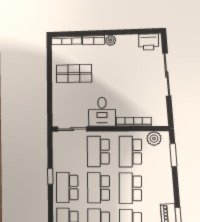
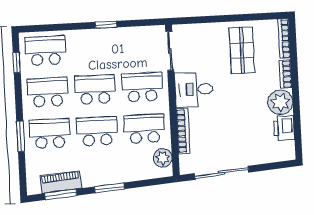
plant: (111, 40) -> (280, 102), width x1.87, depth x1.87
printer: (149, 42) -> (284, 128), moved
sliding door: (167, 75) -> (221, 173), moved
window: (173, 155) -> (109, 188), moved
school desk: (67, 187) -> (93, 48), removed

